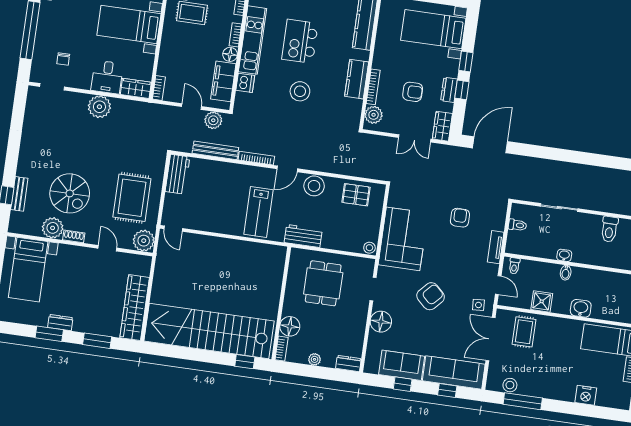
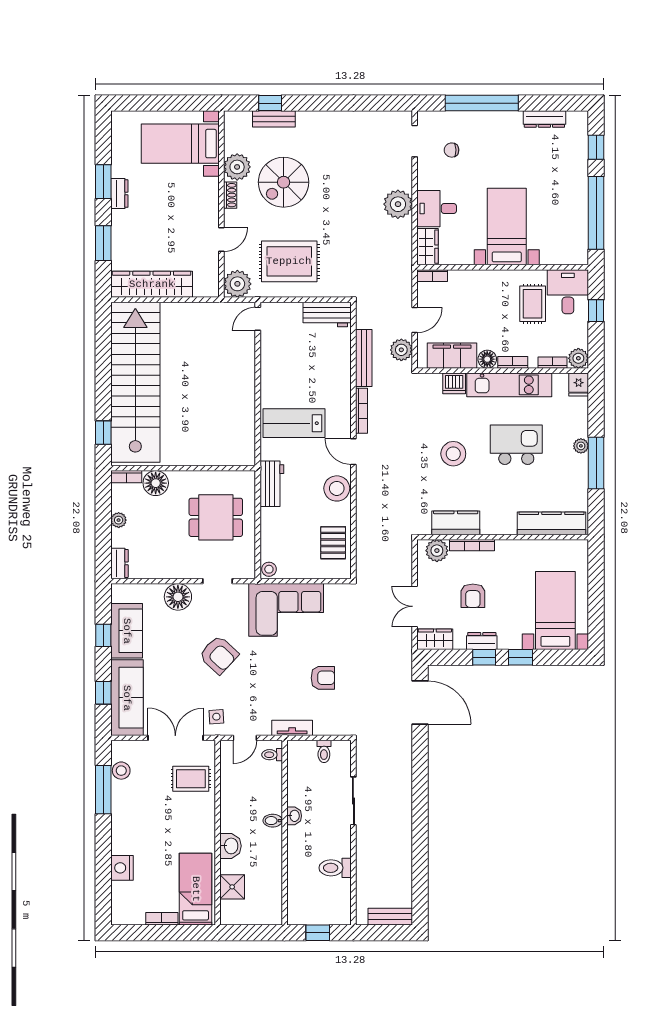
kitchen counter: (357, 79) -> (456, 523), moved
shower: (542, 301) -> (232, 887), moved

